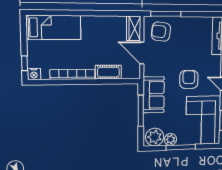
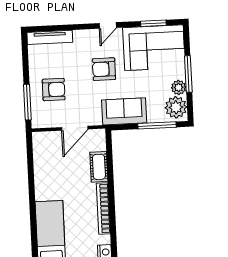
wardrobe: (134, 28) -> (46, 140), removed
armchair: (161, 32) -> (54, 90), moved, turned -97
window: (141, 111) -> (157, 125), moved

